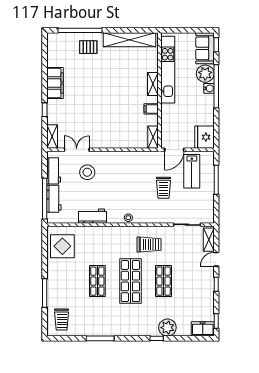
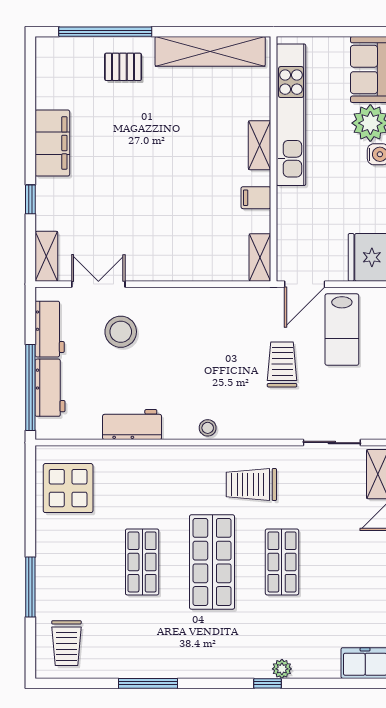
trolley: (164, 188) -> (282, 364), turned 180
trolley: (149, 244) -> (251, 485), turned 180
plant: (167, 328) -> (282, 669), width x0.53, depth x0.53

